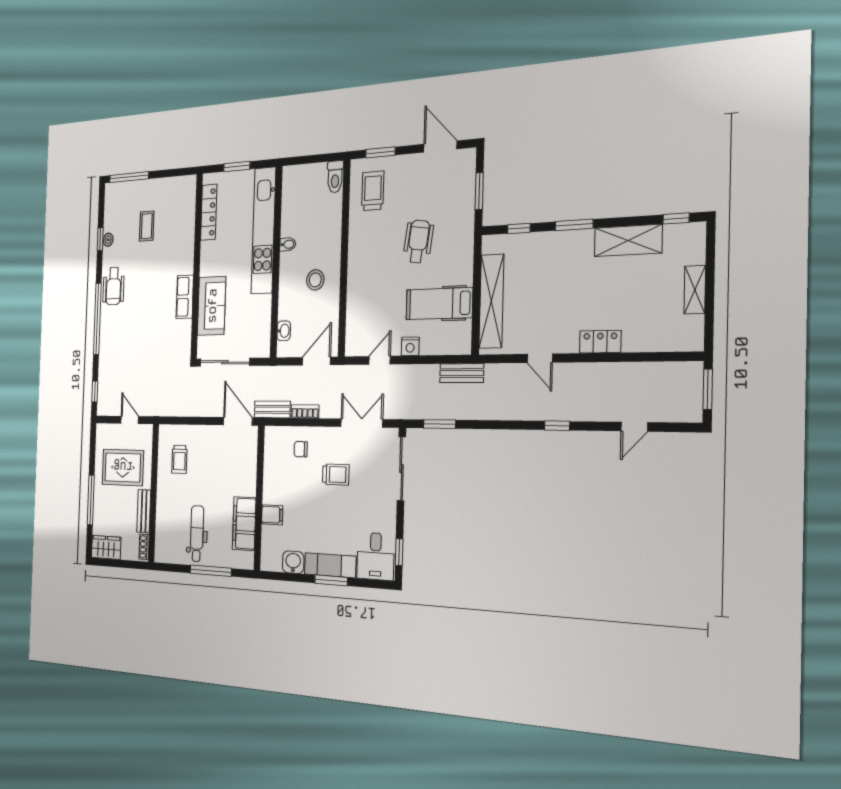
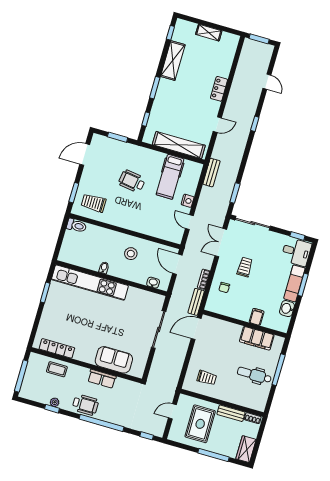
locker: (209, 212) -> (57, 348), moved
wall: (197, 266) -> (86, 365), moved
row of seats: (185, 297) -> (102, 379), moved
sofa: (212, 306) -> (114, 360), moved

